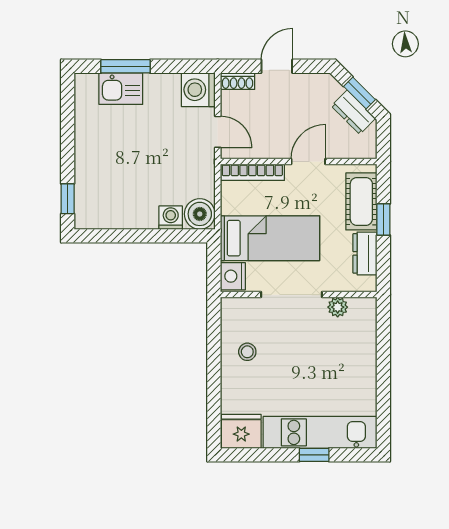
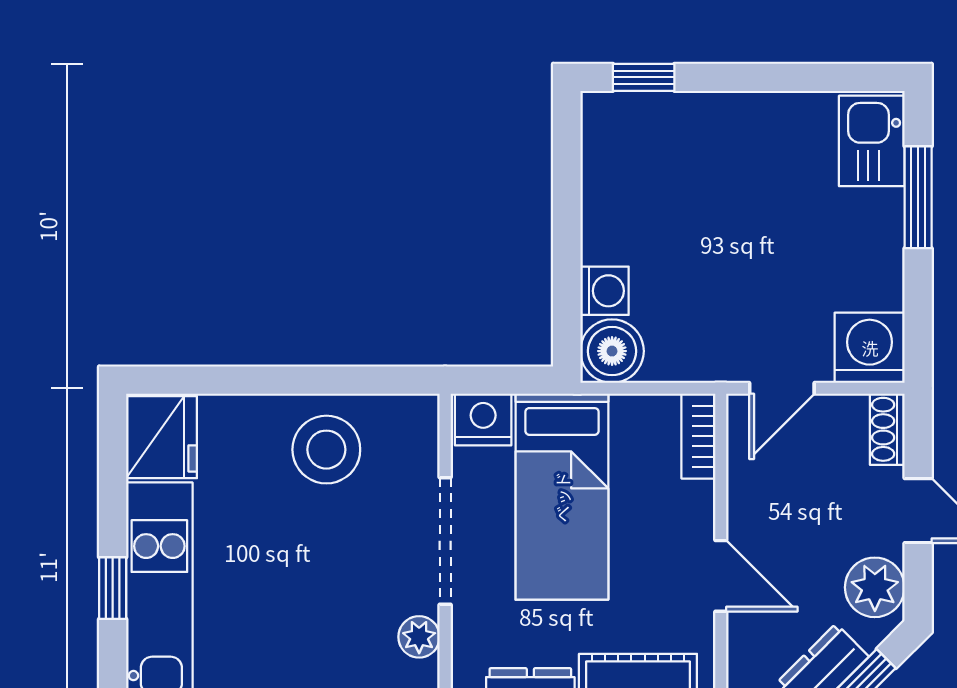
plant: (314, 87) -> (875, 587), added
kitchen sink: (121, 89) -> (872, 141), moved
bookcase: (252, 172) -> (698, 436), width x0.64
stool: (247, 352) -> (326, 450), width x1.89, depth x1.89

